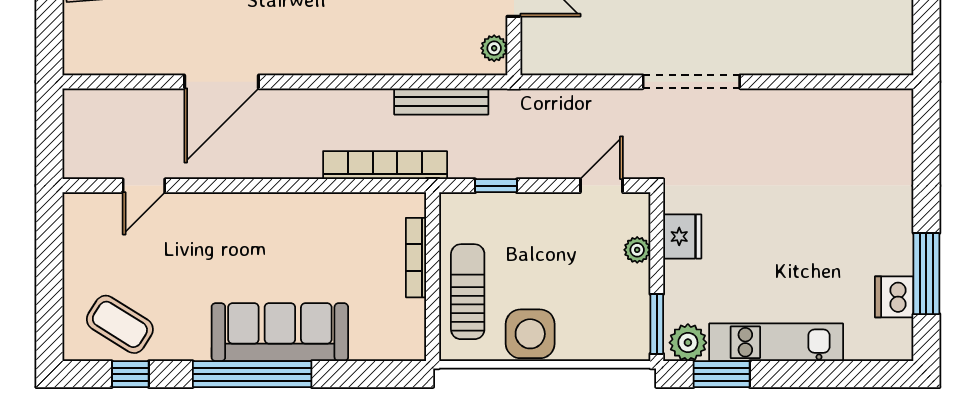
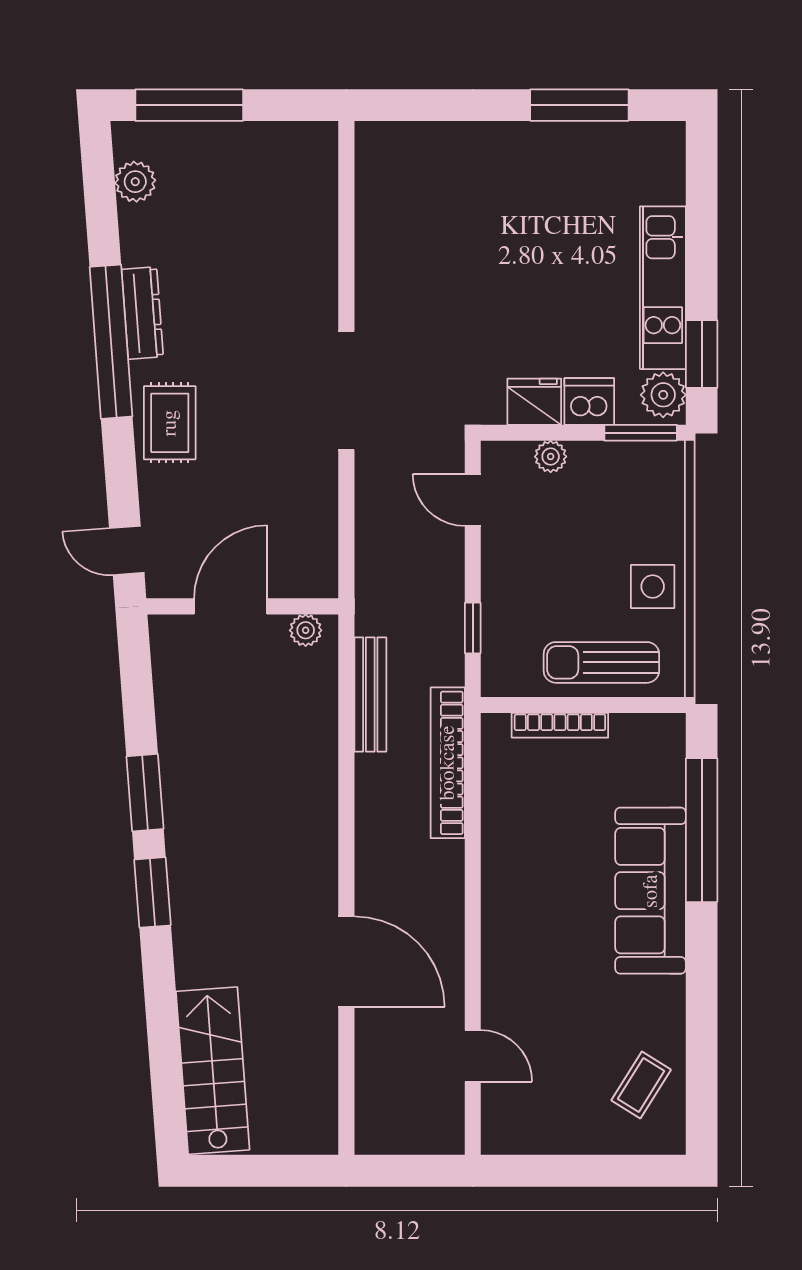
dishwasher: (894, 297) -> (589, 401), moved, turned 180
coffee table: (120, 324) -> (641, 1085), width x0.73, depth x0.77
side table: (530, 334) -> (653, 587), width x0.73, depth x0.73
window: (130, 374) -> (702, 1072), removed
window: (252, 374) -> (702, 830), moved

